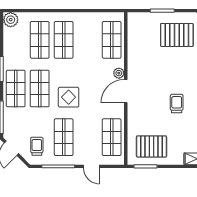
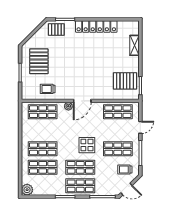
door: (126, 91) -> (82, 101), hinge flipped
trolley: (177, 104) -> (48, 89), moved
pallet: (152, 146) -> (125, 81), turned 90

